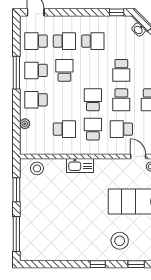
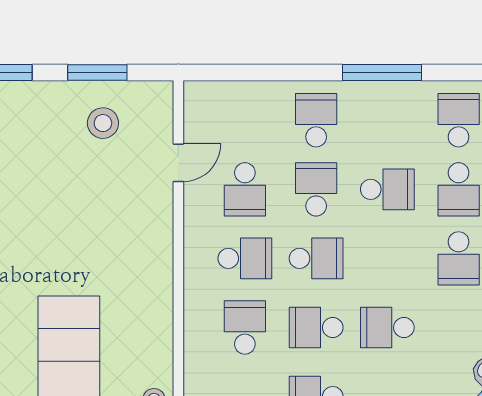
school desk: (36, 70) -> (316, 189), moved
plant: (25, 124) -> (258, 93), removed
door: (138, 156) -> (178, 163), moved
kitchen sink: (80, 165) -> (157, 227), removed
stool: (37, 168) -> (103, 123), moved

